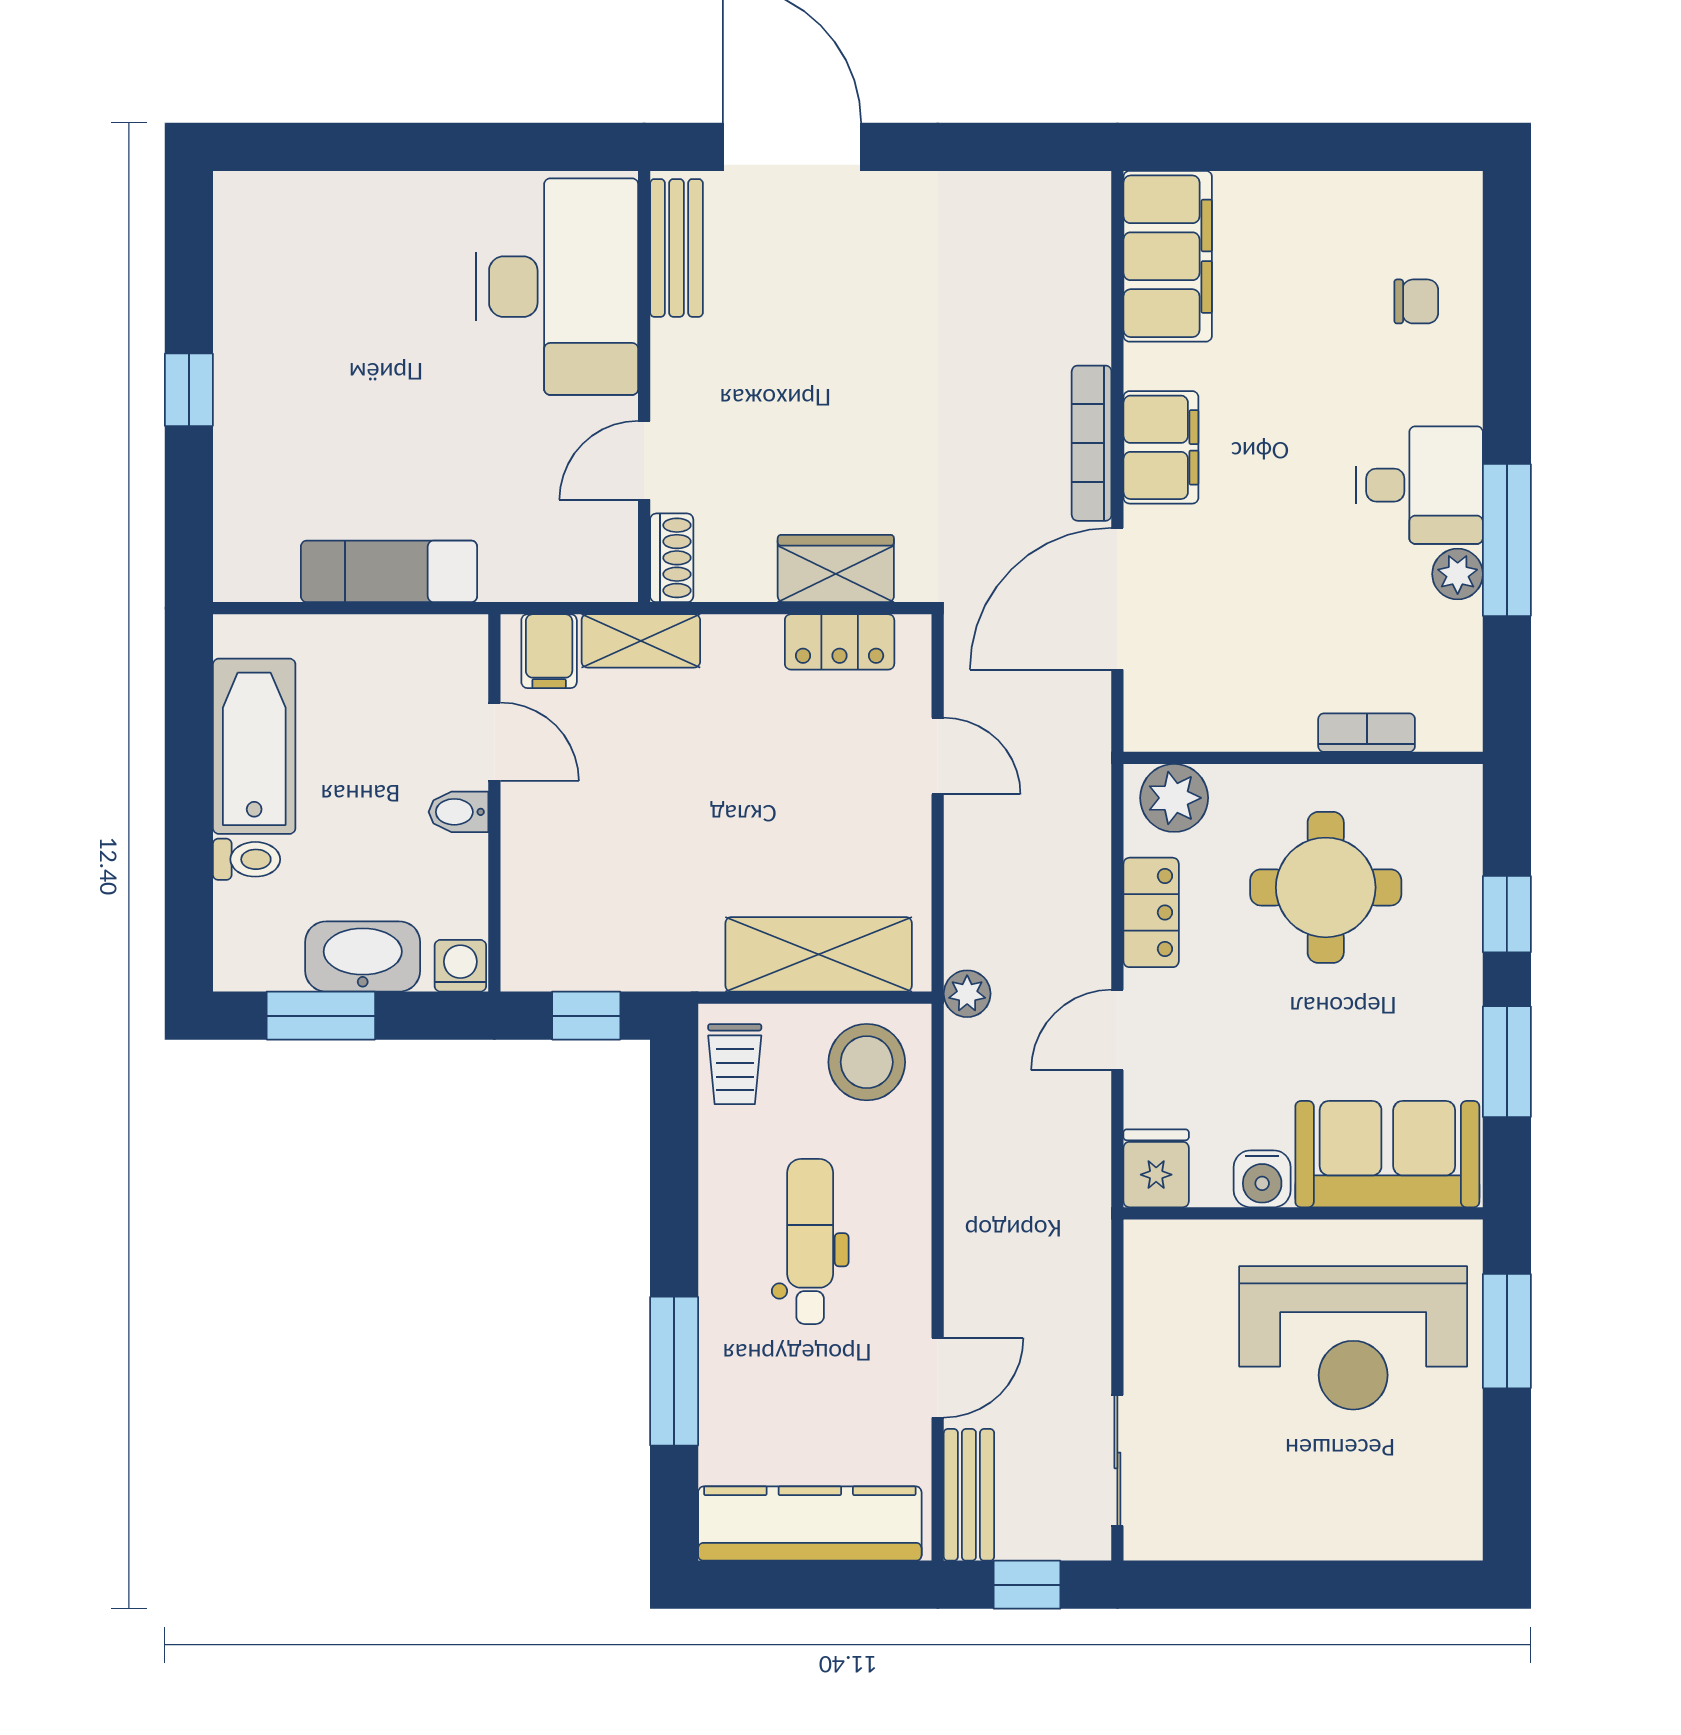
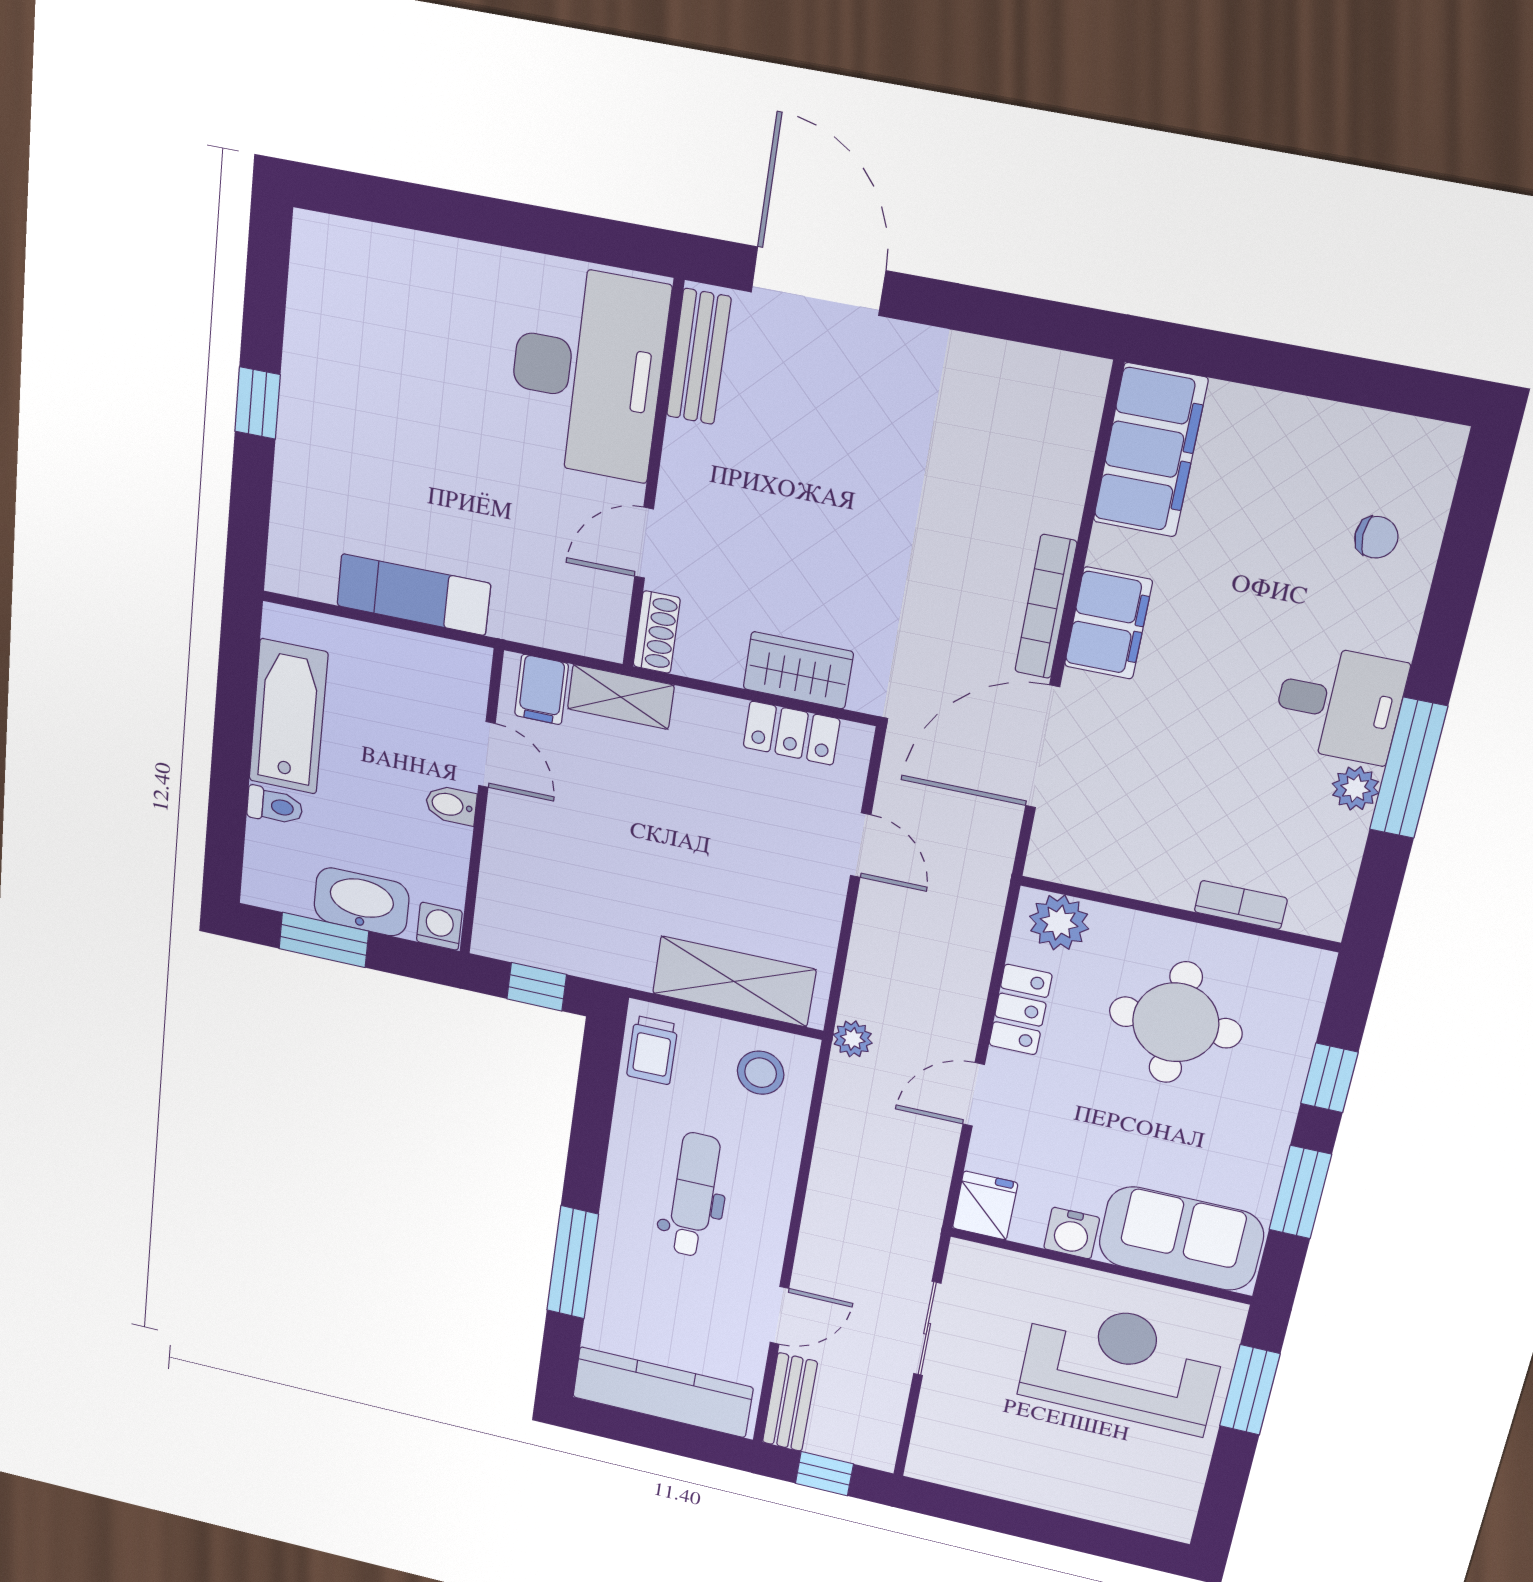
stool: (867, 1062) -> (761, 1073), width x0.73, depth x0.73
reception desk: (1353, 1338) -> (1121, 1365), turned 180
sliding door: (1117, 1460) -> (927, 1329), moved

